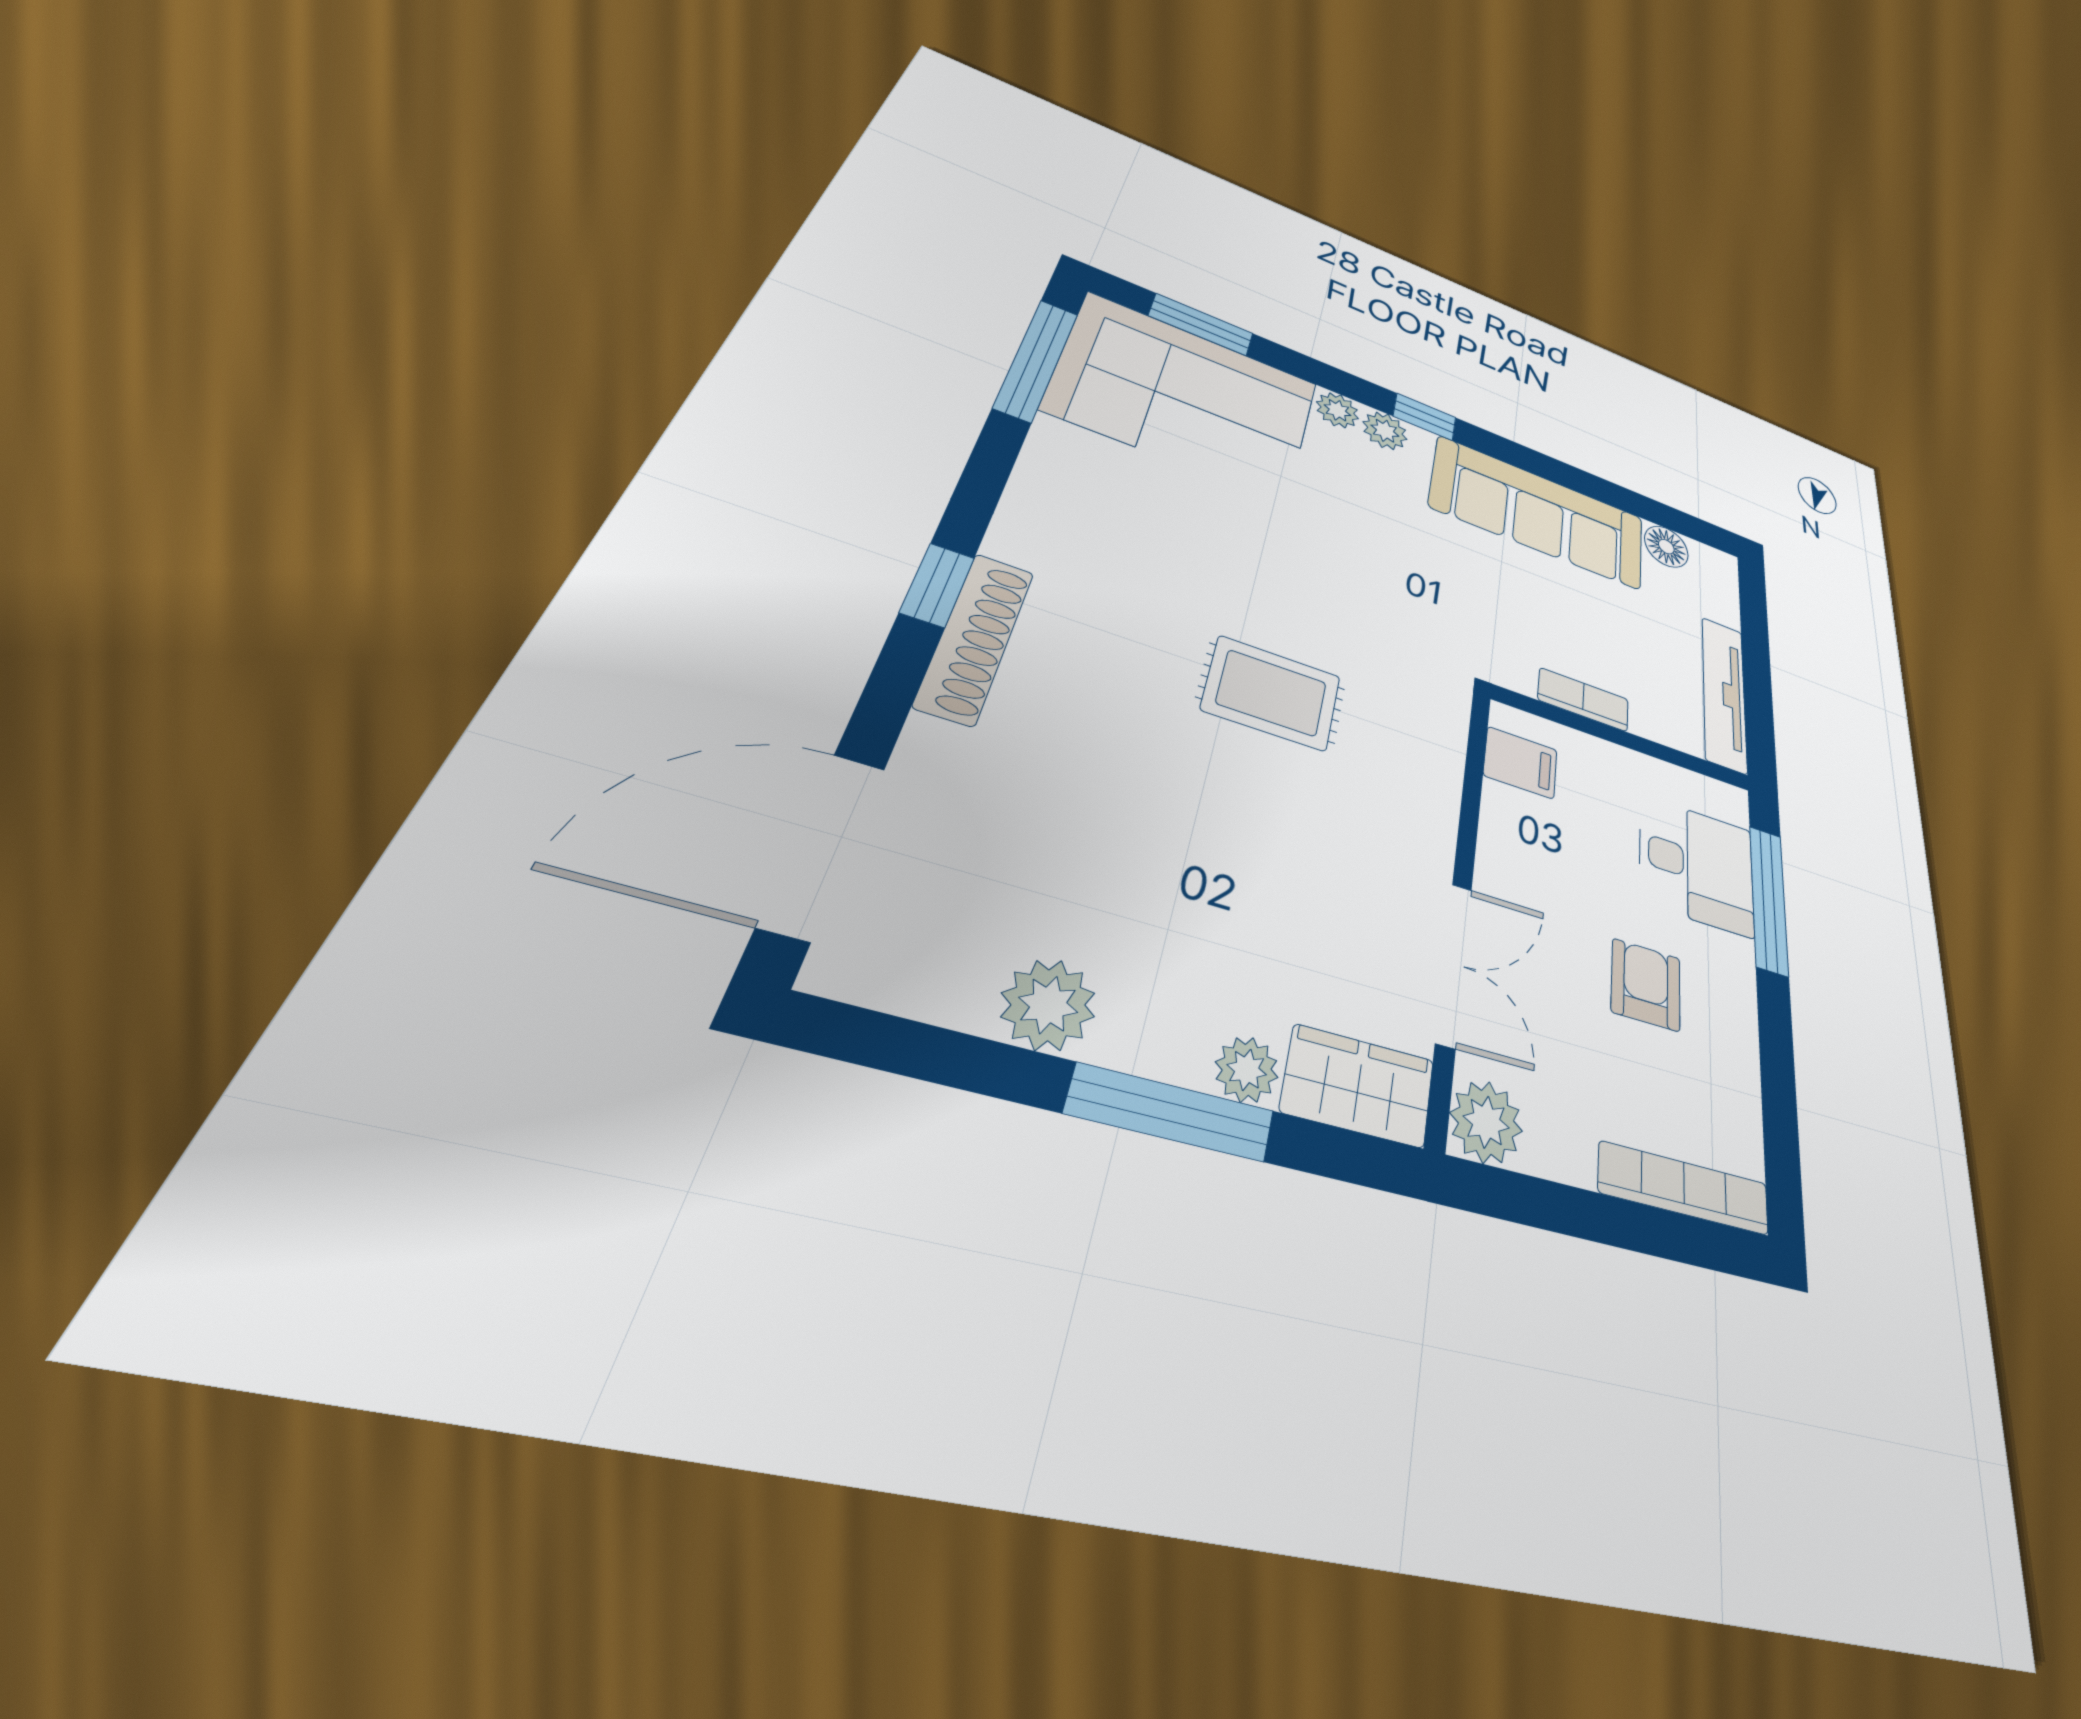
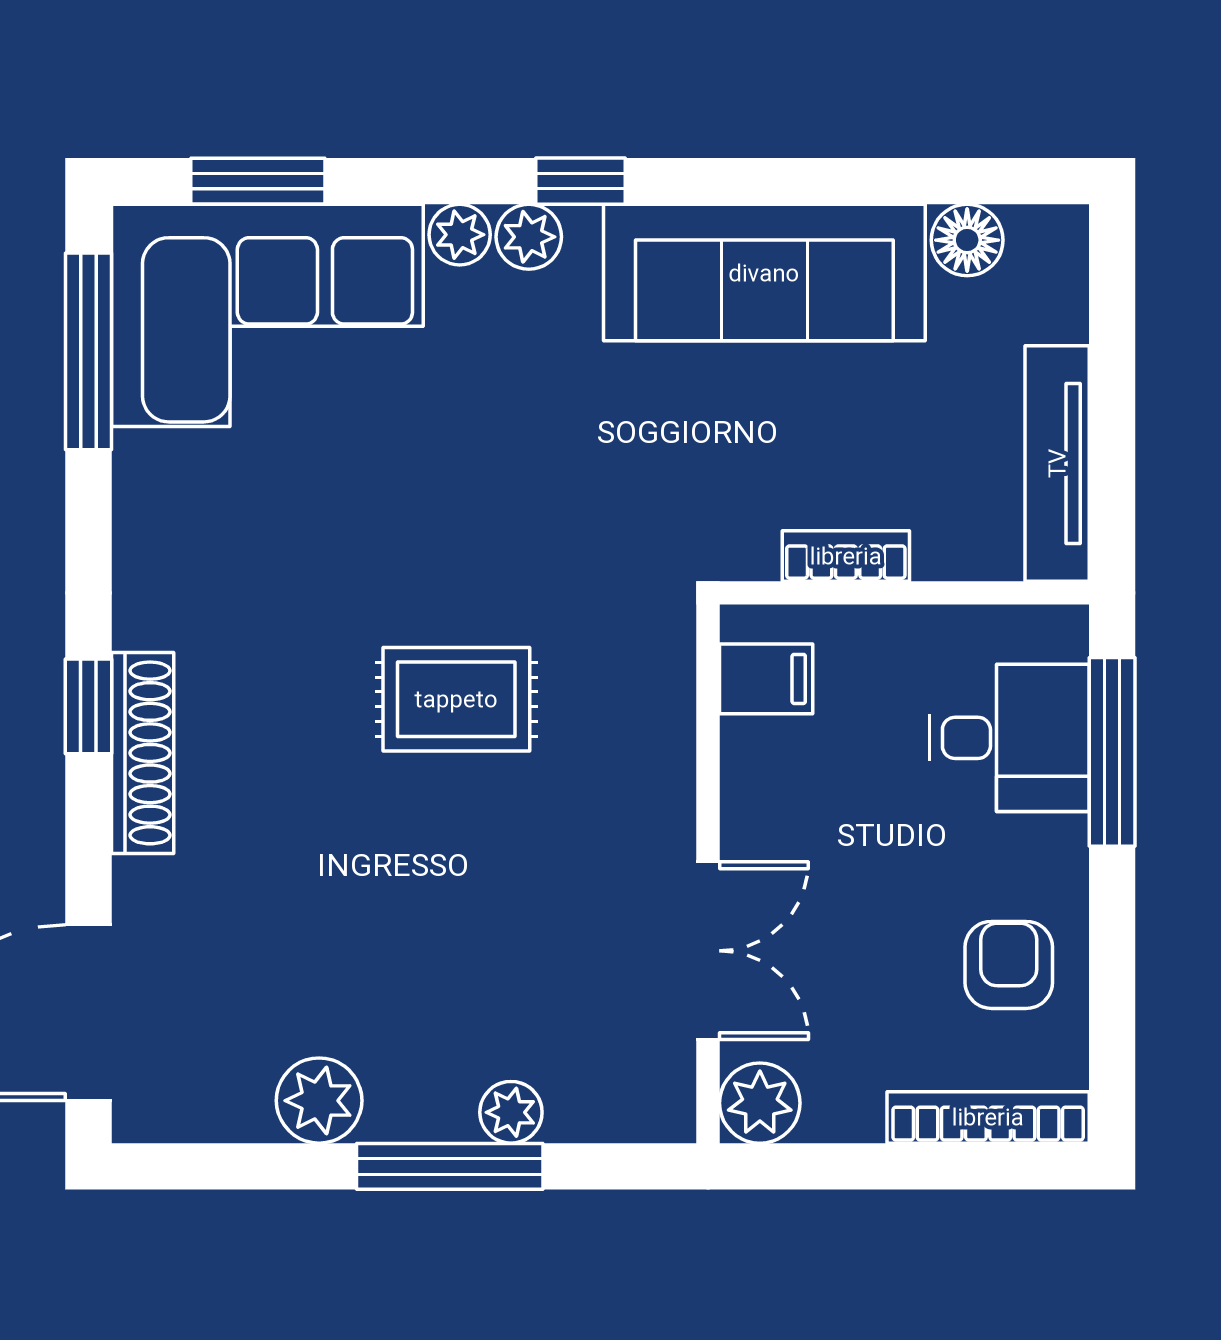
armchair: (1646, 985) -> (1009, 965), moved
wardrobe: (1358, 1086) -> (622, 1100), removed

